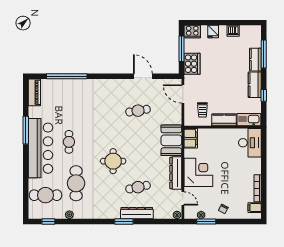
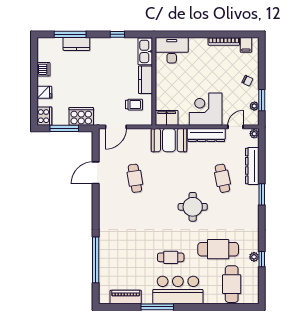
kitchen counter: (255, 85) -> (105, 45), removed
piano: (34, 92) -> (126, 297), moved
bar counter: (40, 148) -> (178, 290), width x0.73
dresser: (137, 213) -> (252, 166), moved
window: (48, 221) -> (262, 259), moved

